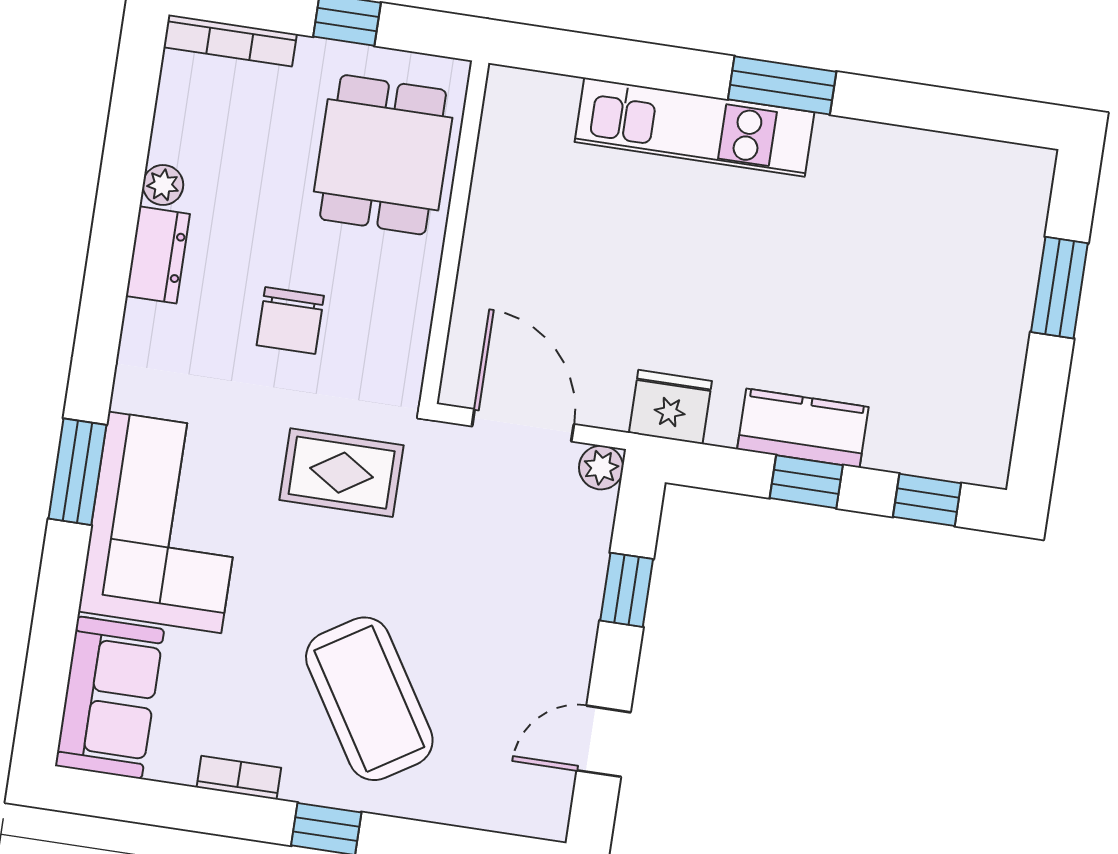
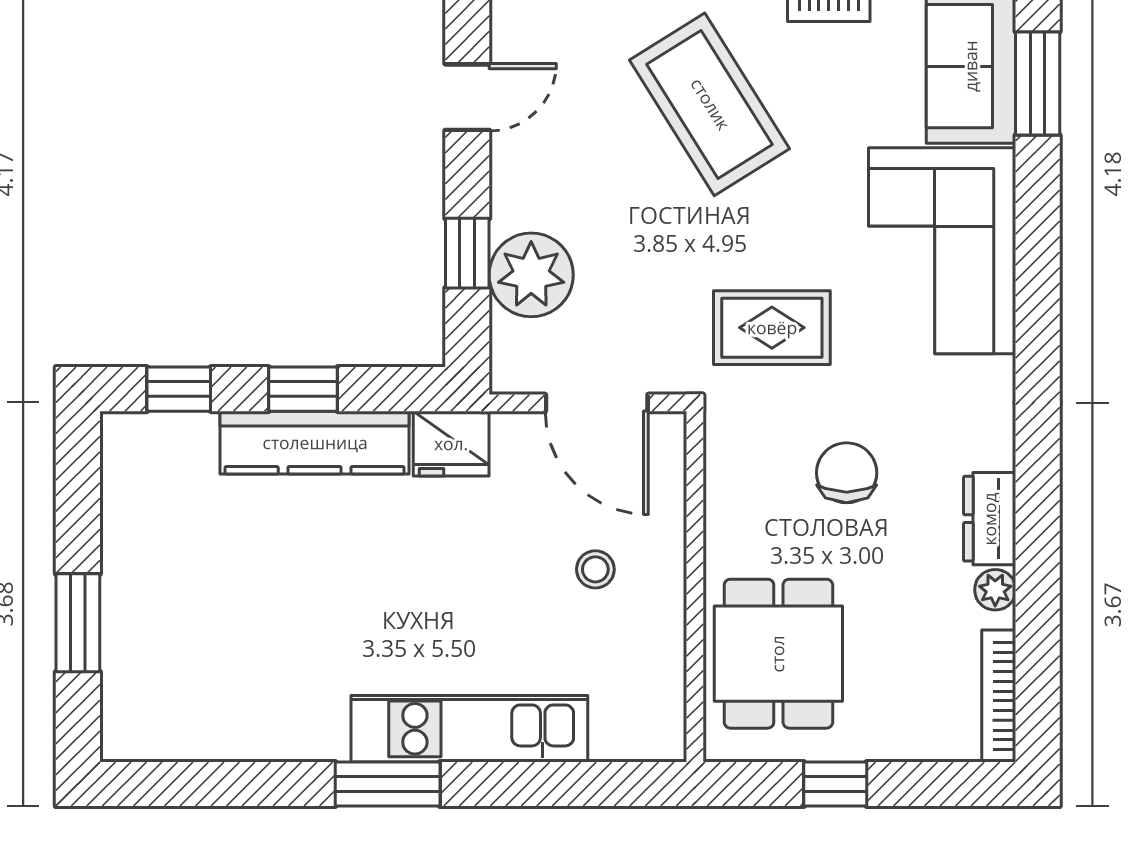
bookcase: (230, 41) -> (999, 696), moved, turned -90
stool: (549, 264) -> (595, 569), added
kitchen counter: (803, 428) -> (315, 443), width x1.50
plant: (601, 467) -> (531, 275), moved, width x1.87, depth x1.87
window: (77, 472) -> (1038, 83), moved

